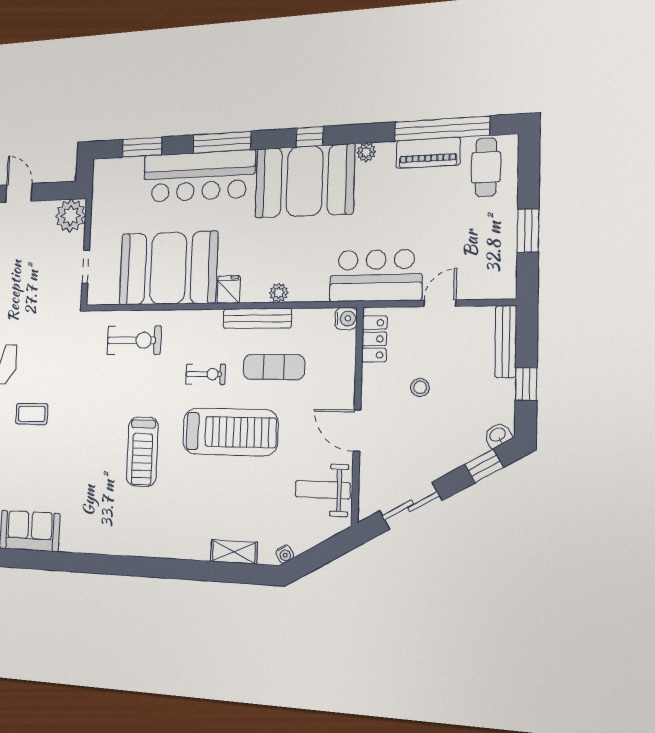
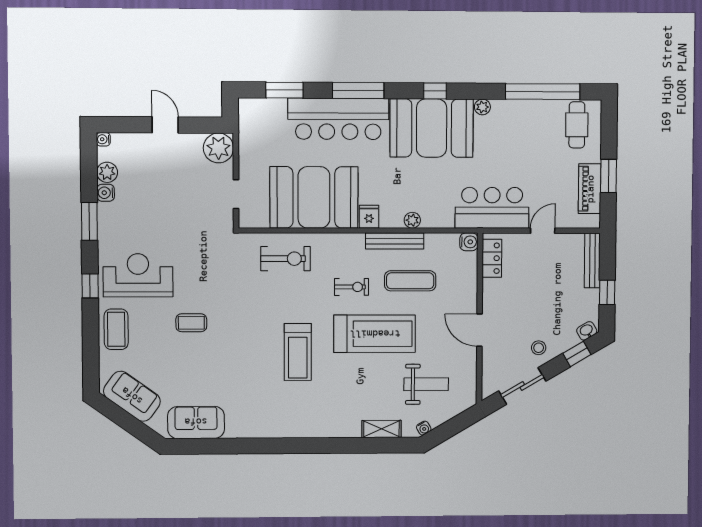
piano: (428, 153) -> (590, 189), moved, turned 90
stool: (420, 387) -> (539, 348), moved
weight bench: (323, 490) -> (426, 384), moved, turned 180

